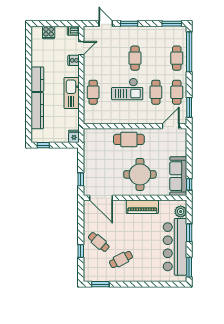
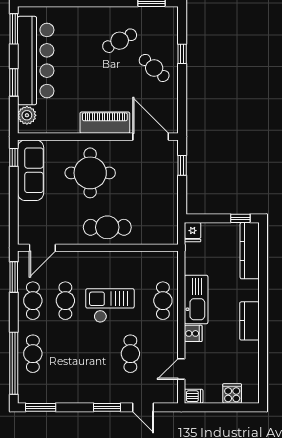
cafe table: (135, 58) -> (130, 354), moved
cooker: (74, 60) -> (193, 333), moved
kitchen counter: (37, 111) -> (250, 251), moved
piano: (142, 207) -> (105, 123), moved

